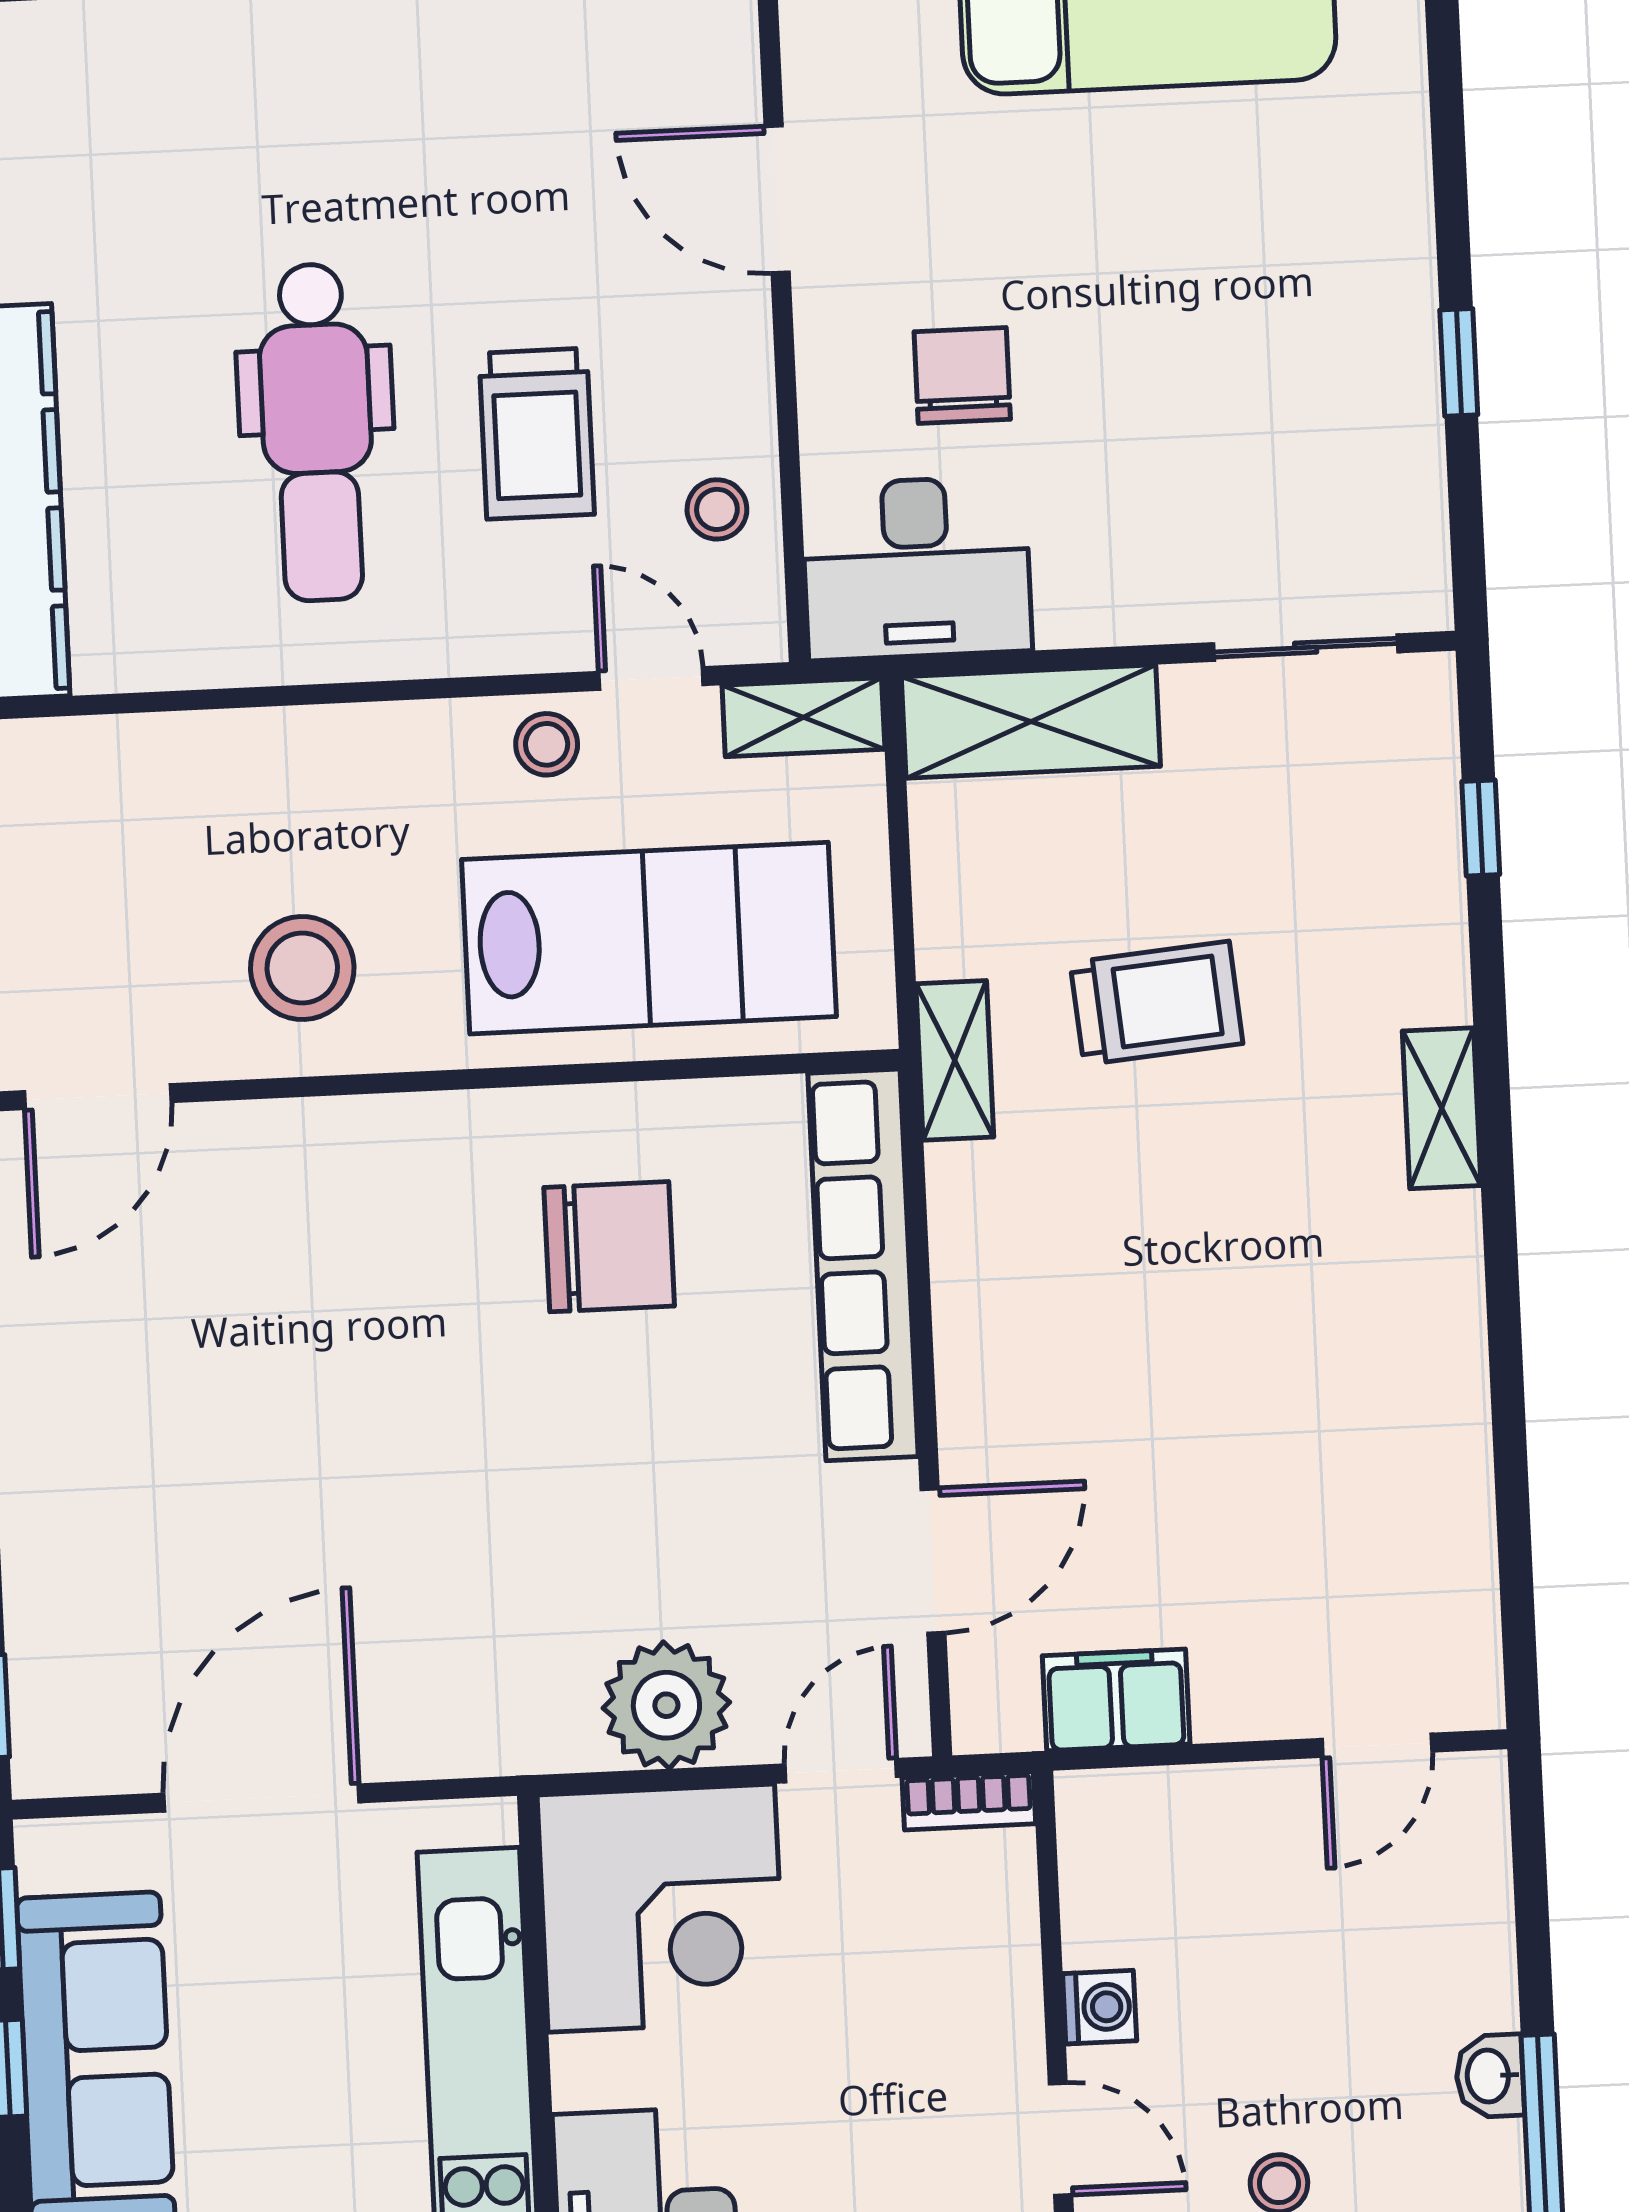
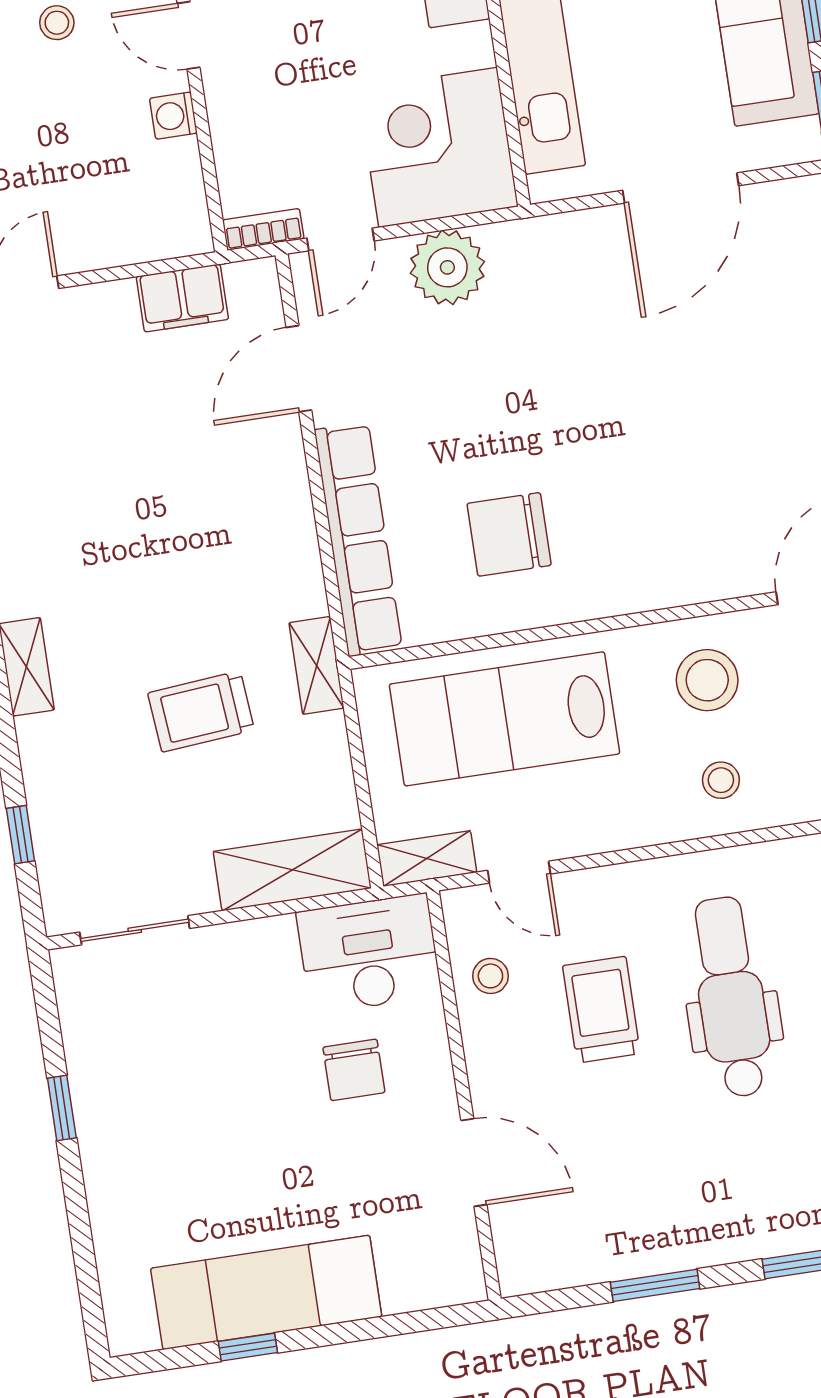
stool: (547, 744) -> (721, 780), moved

